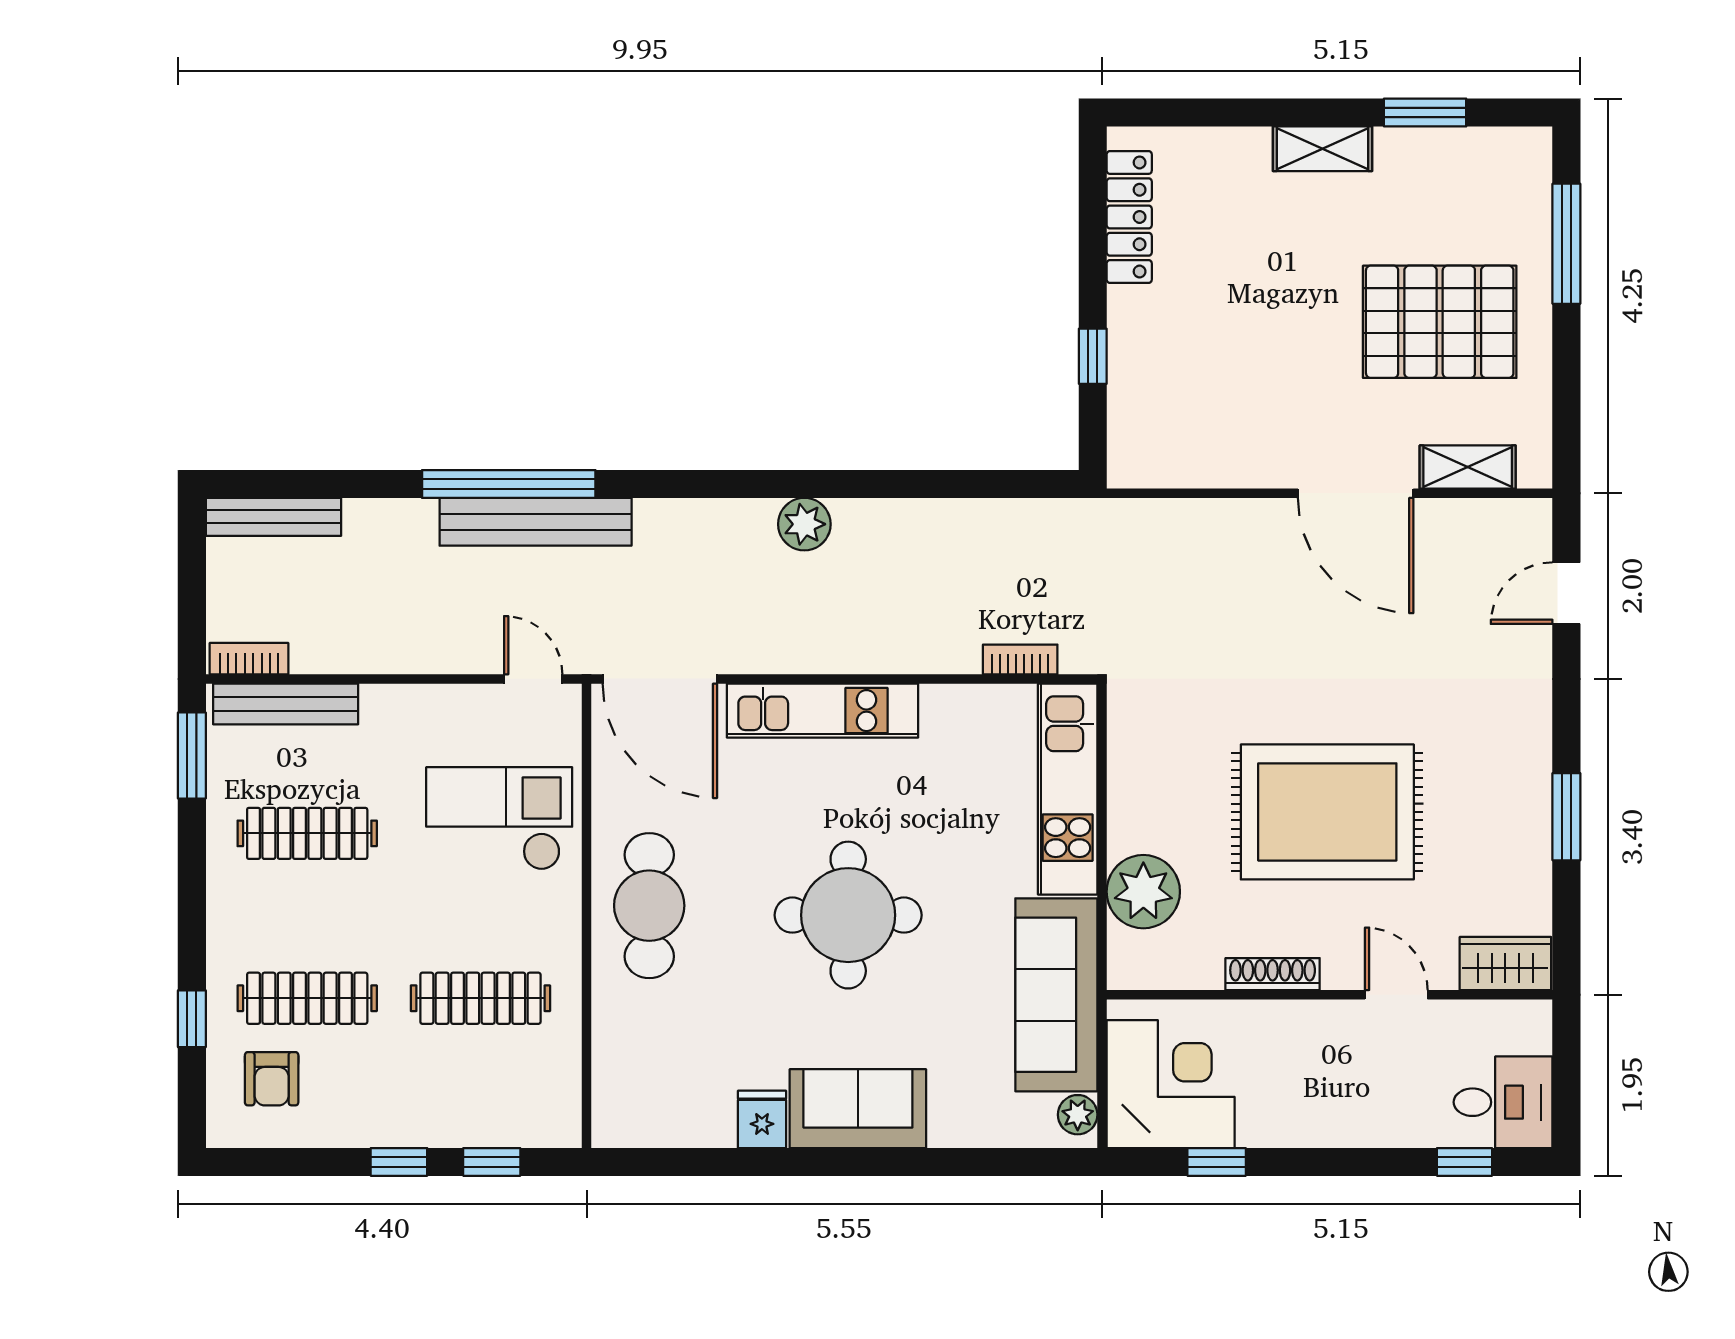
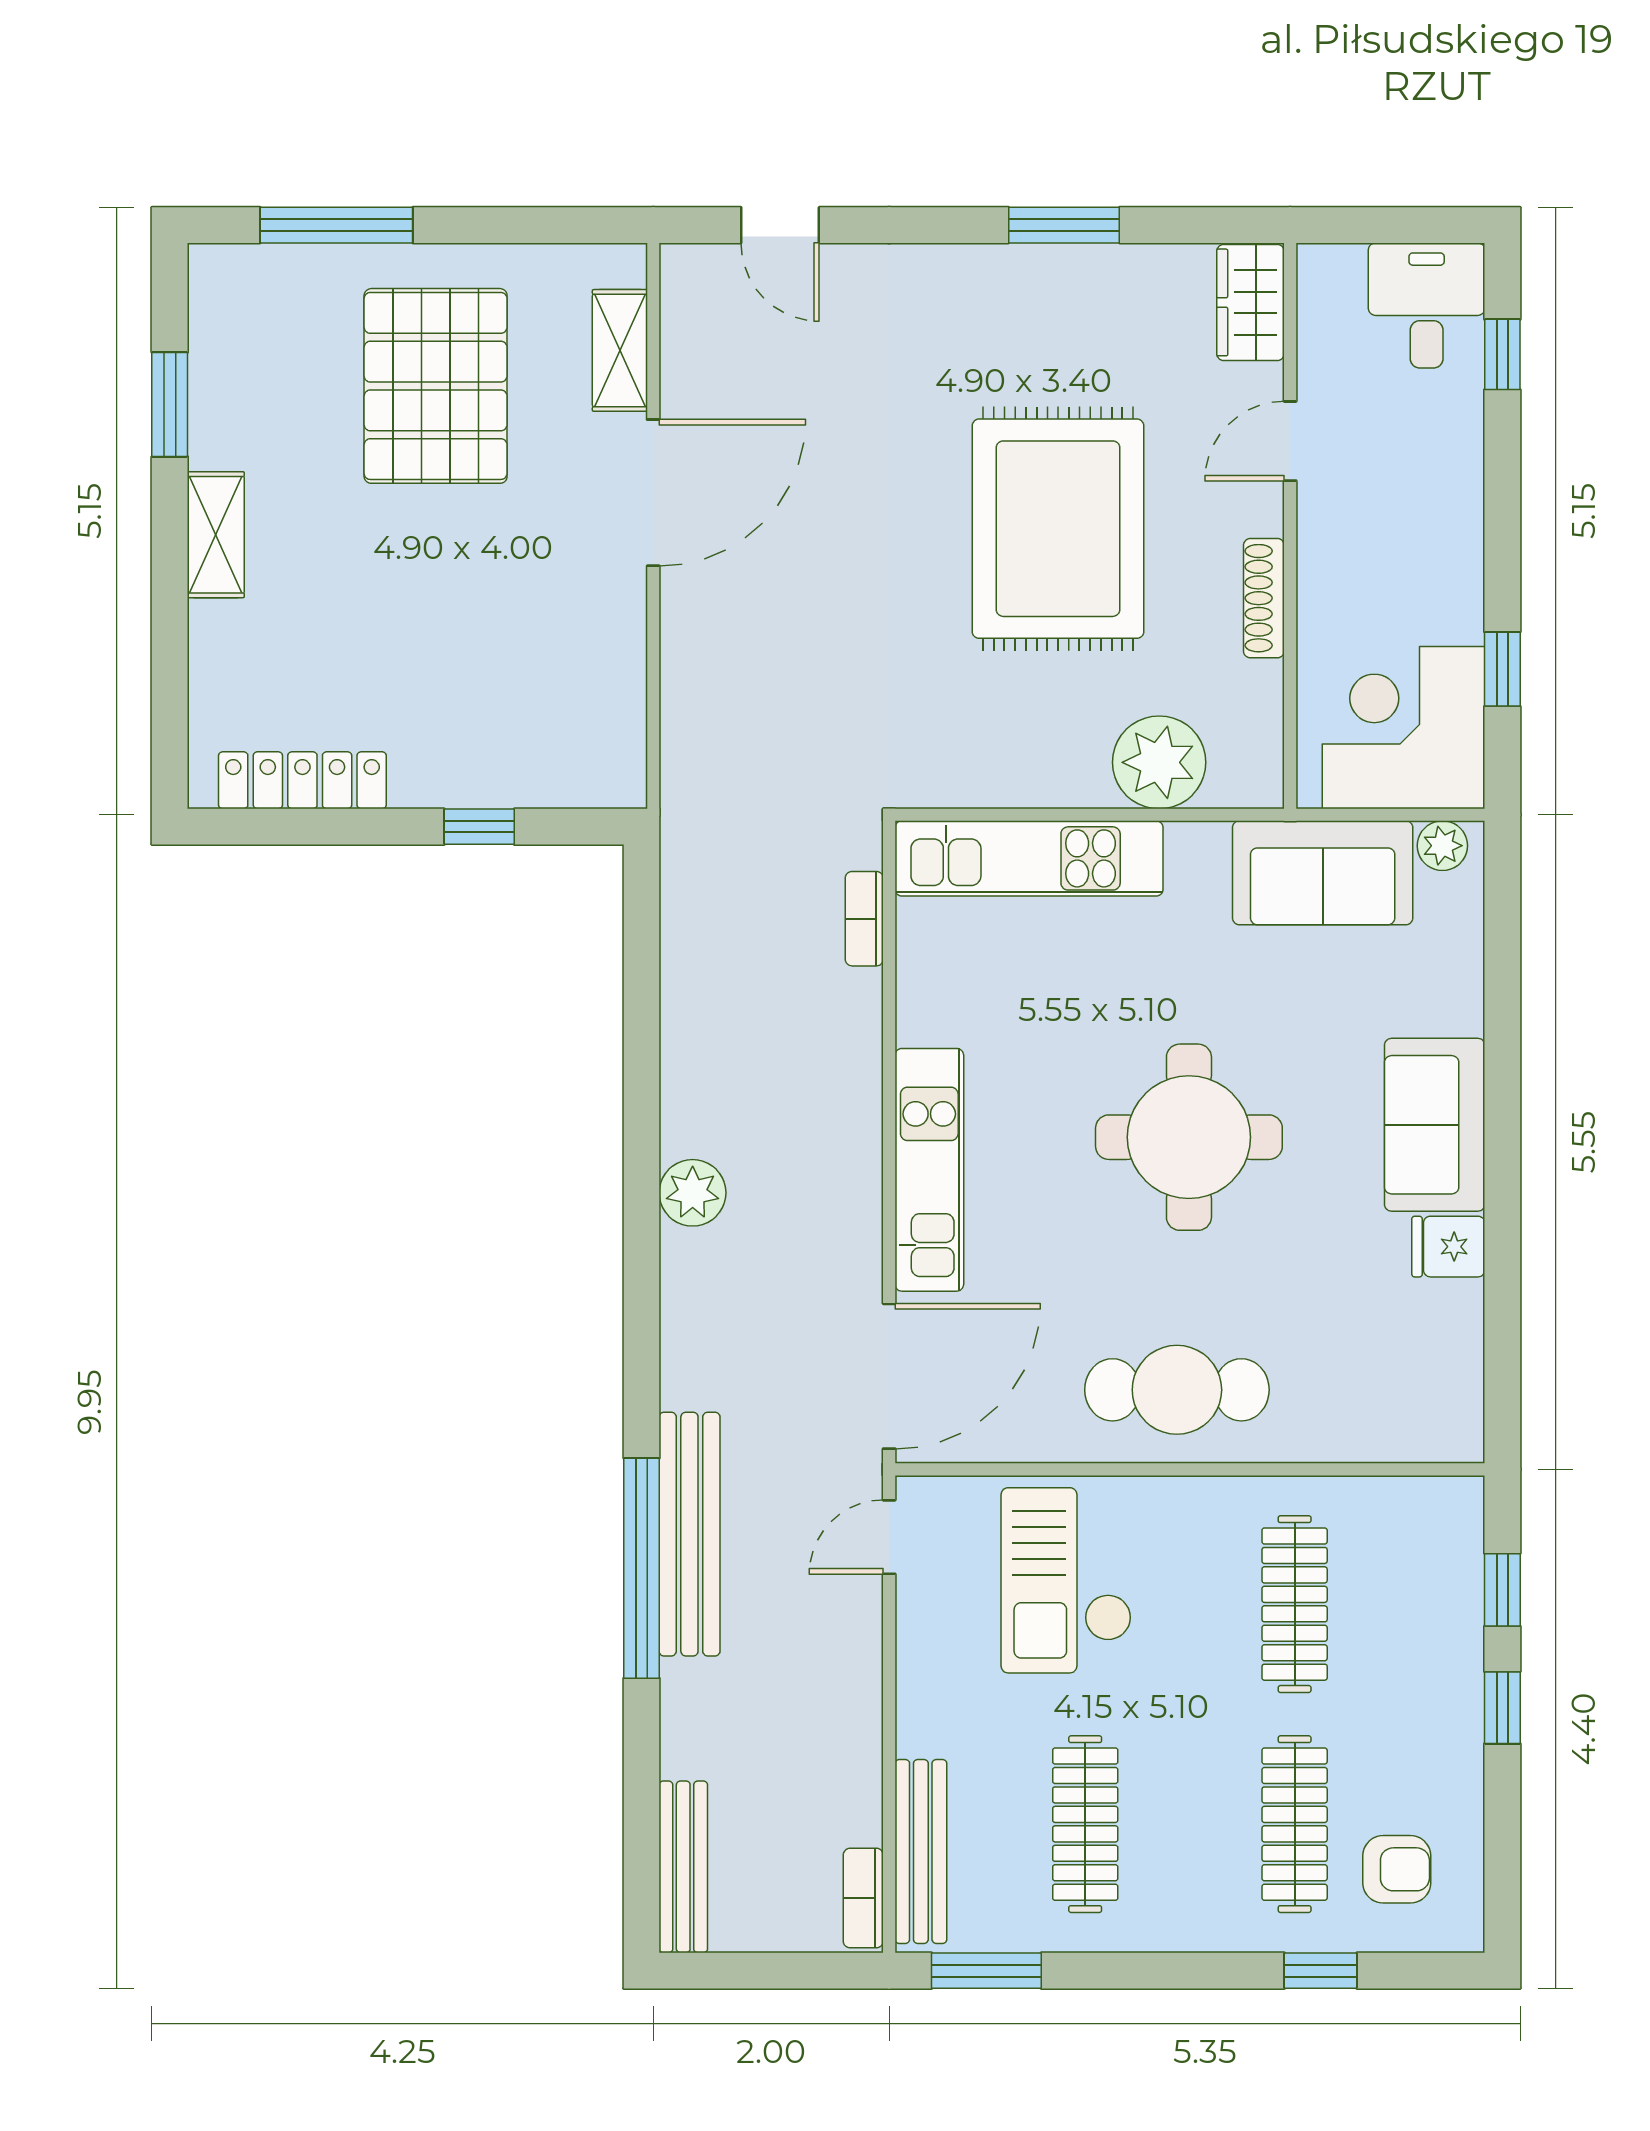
sofa: (1056, 995) -> (1323, 873), width x0.73

